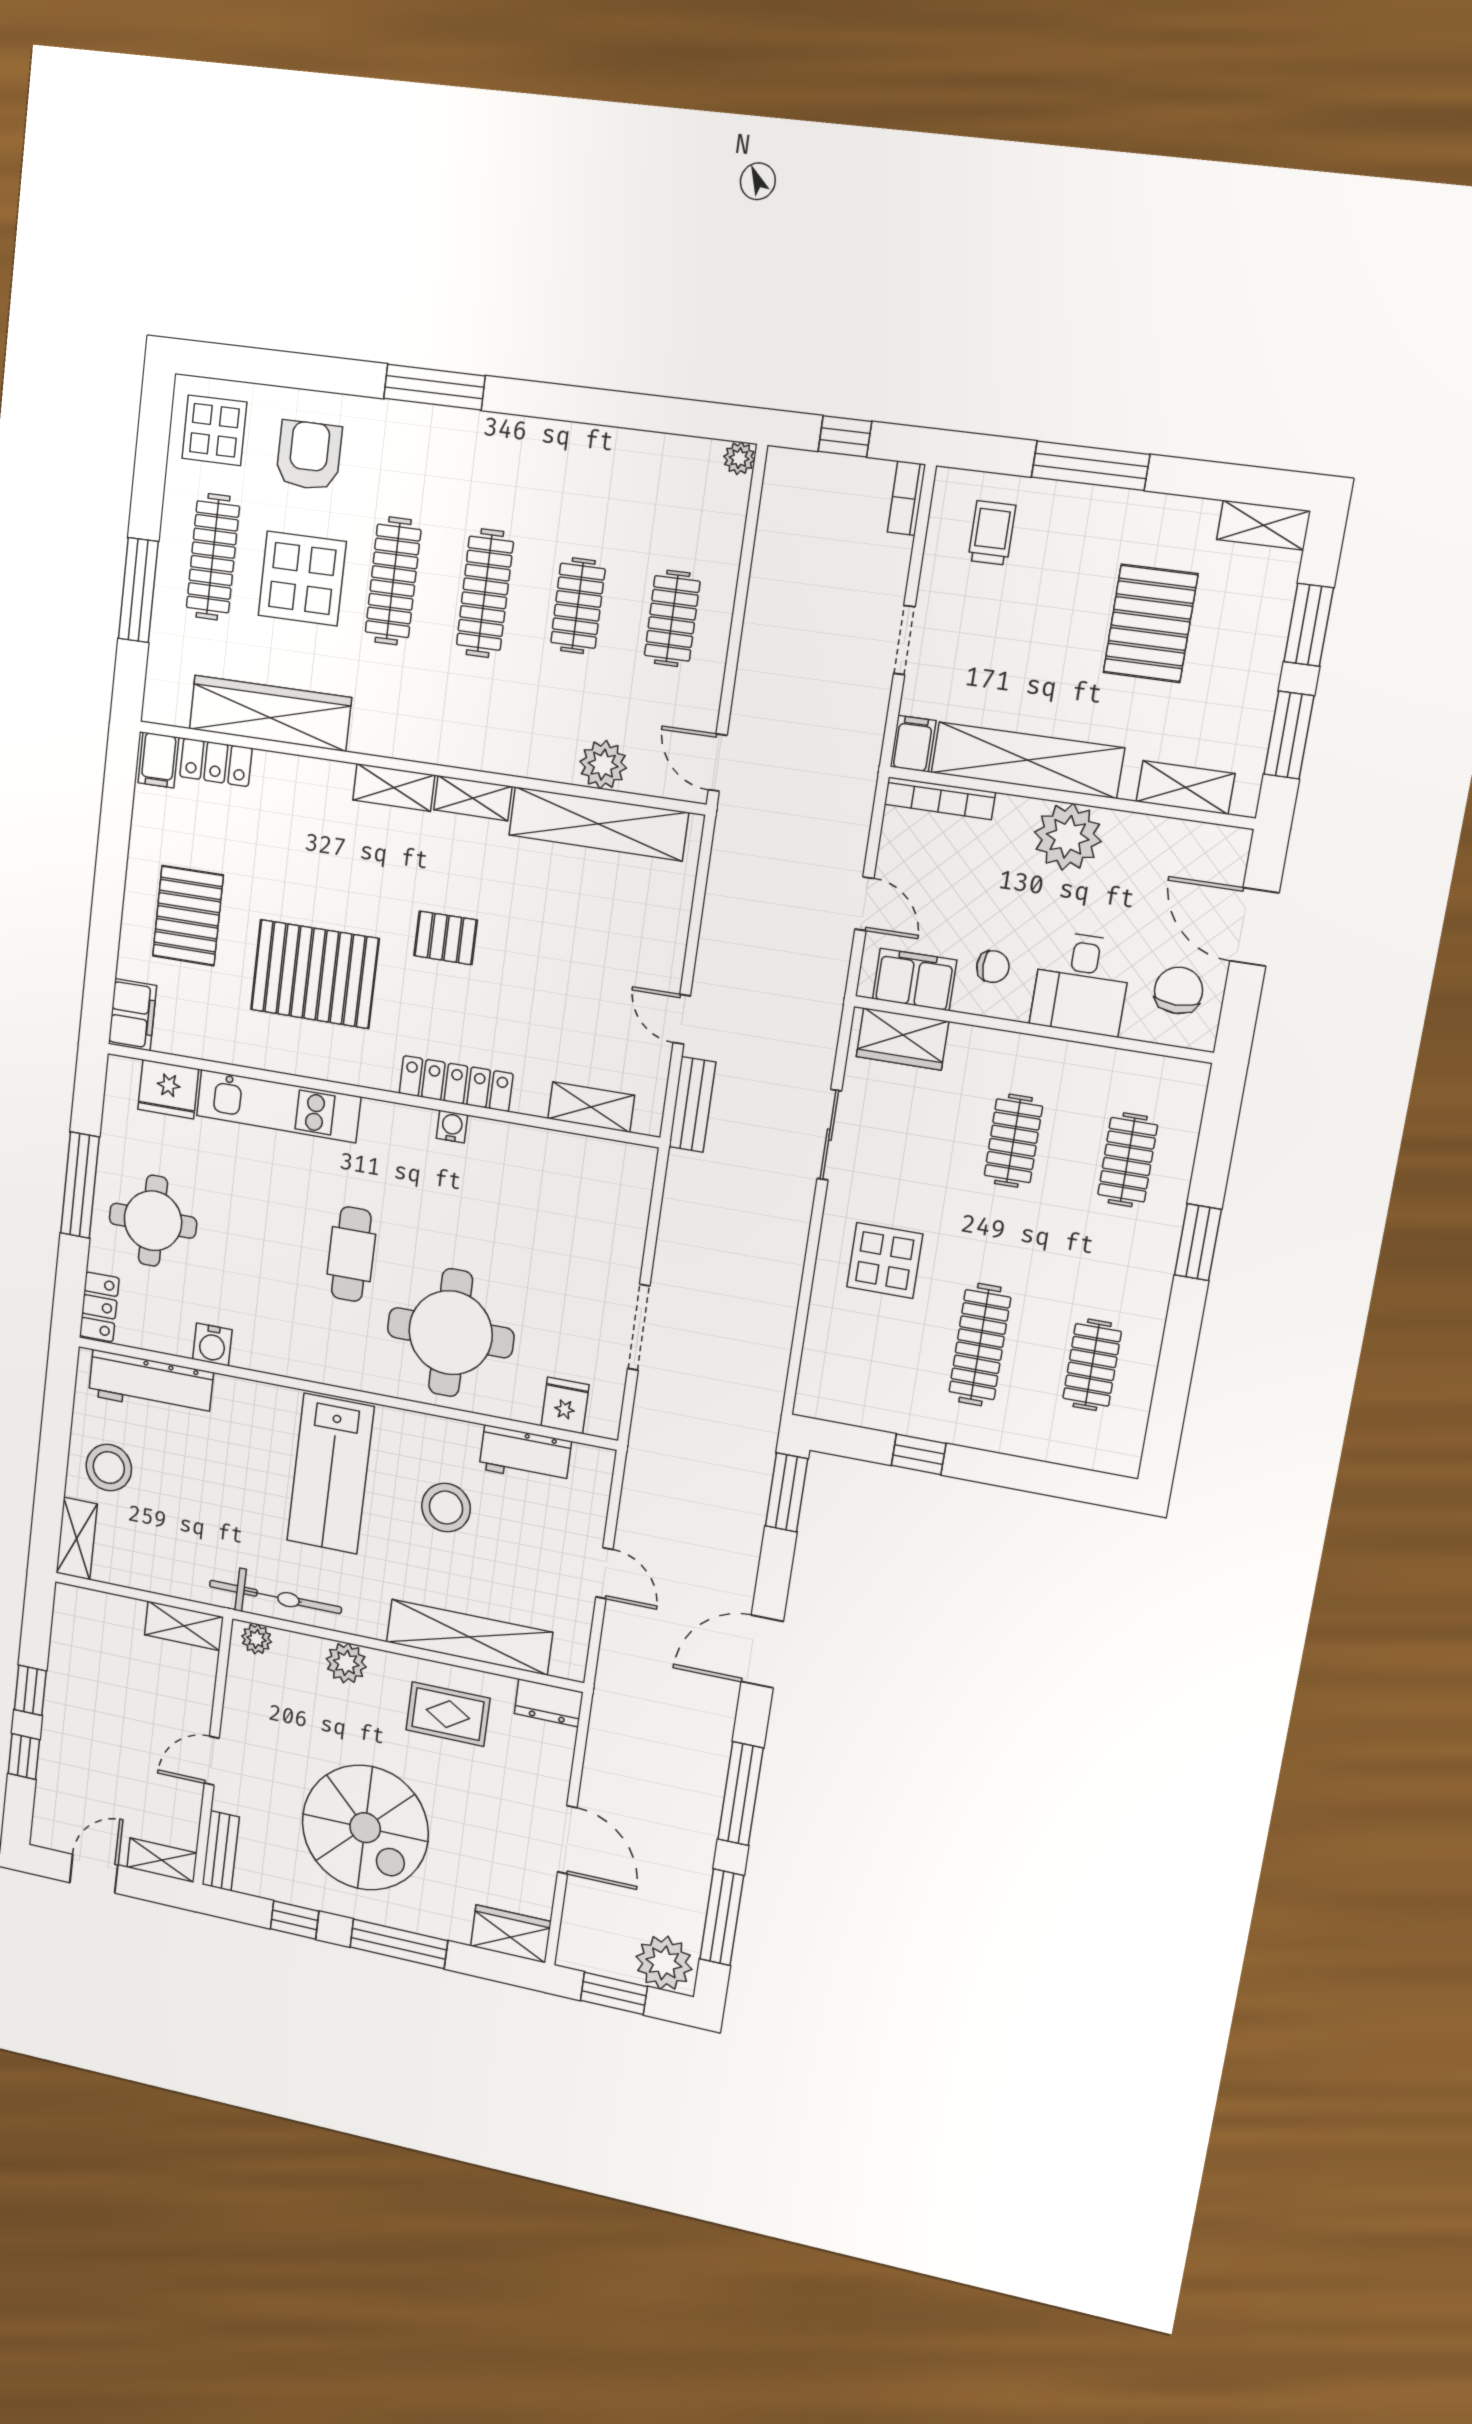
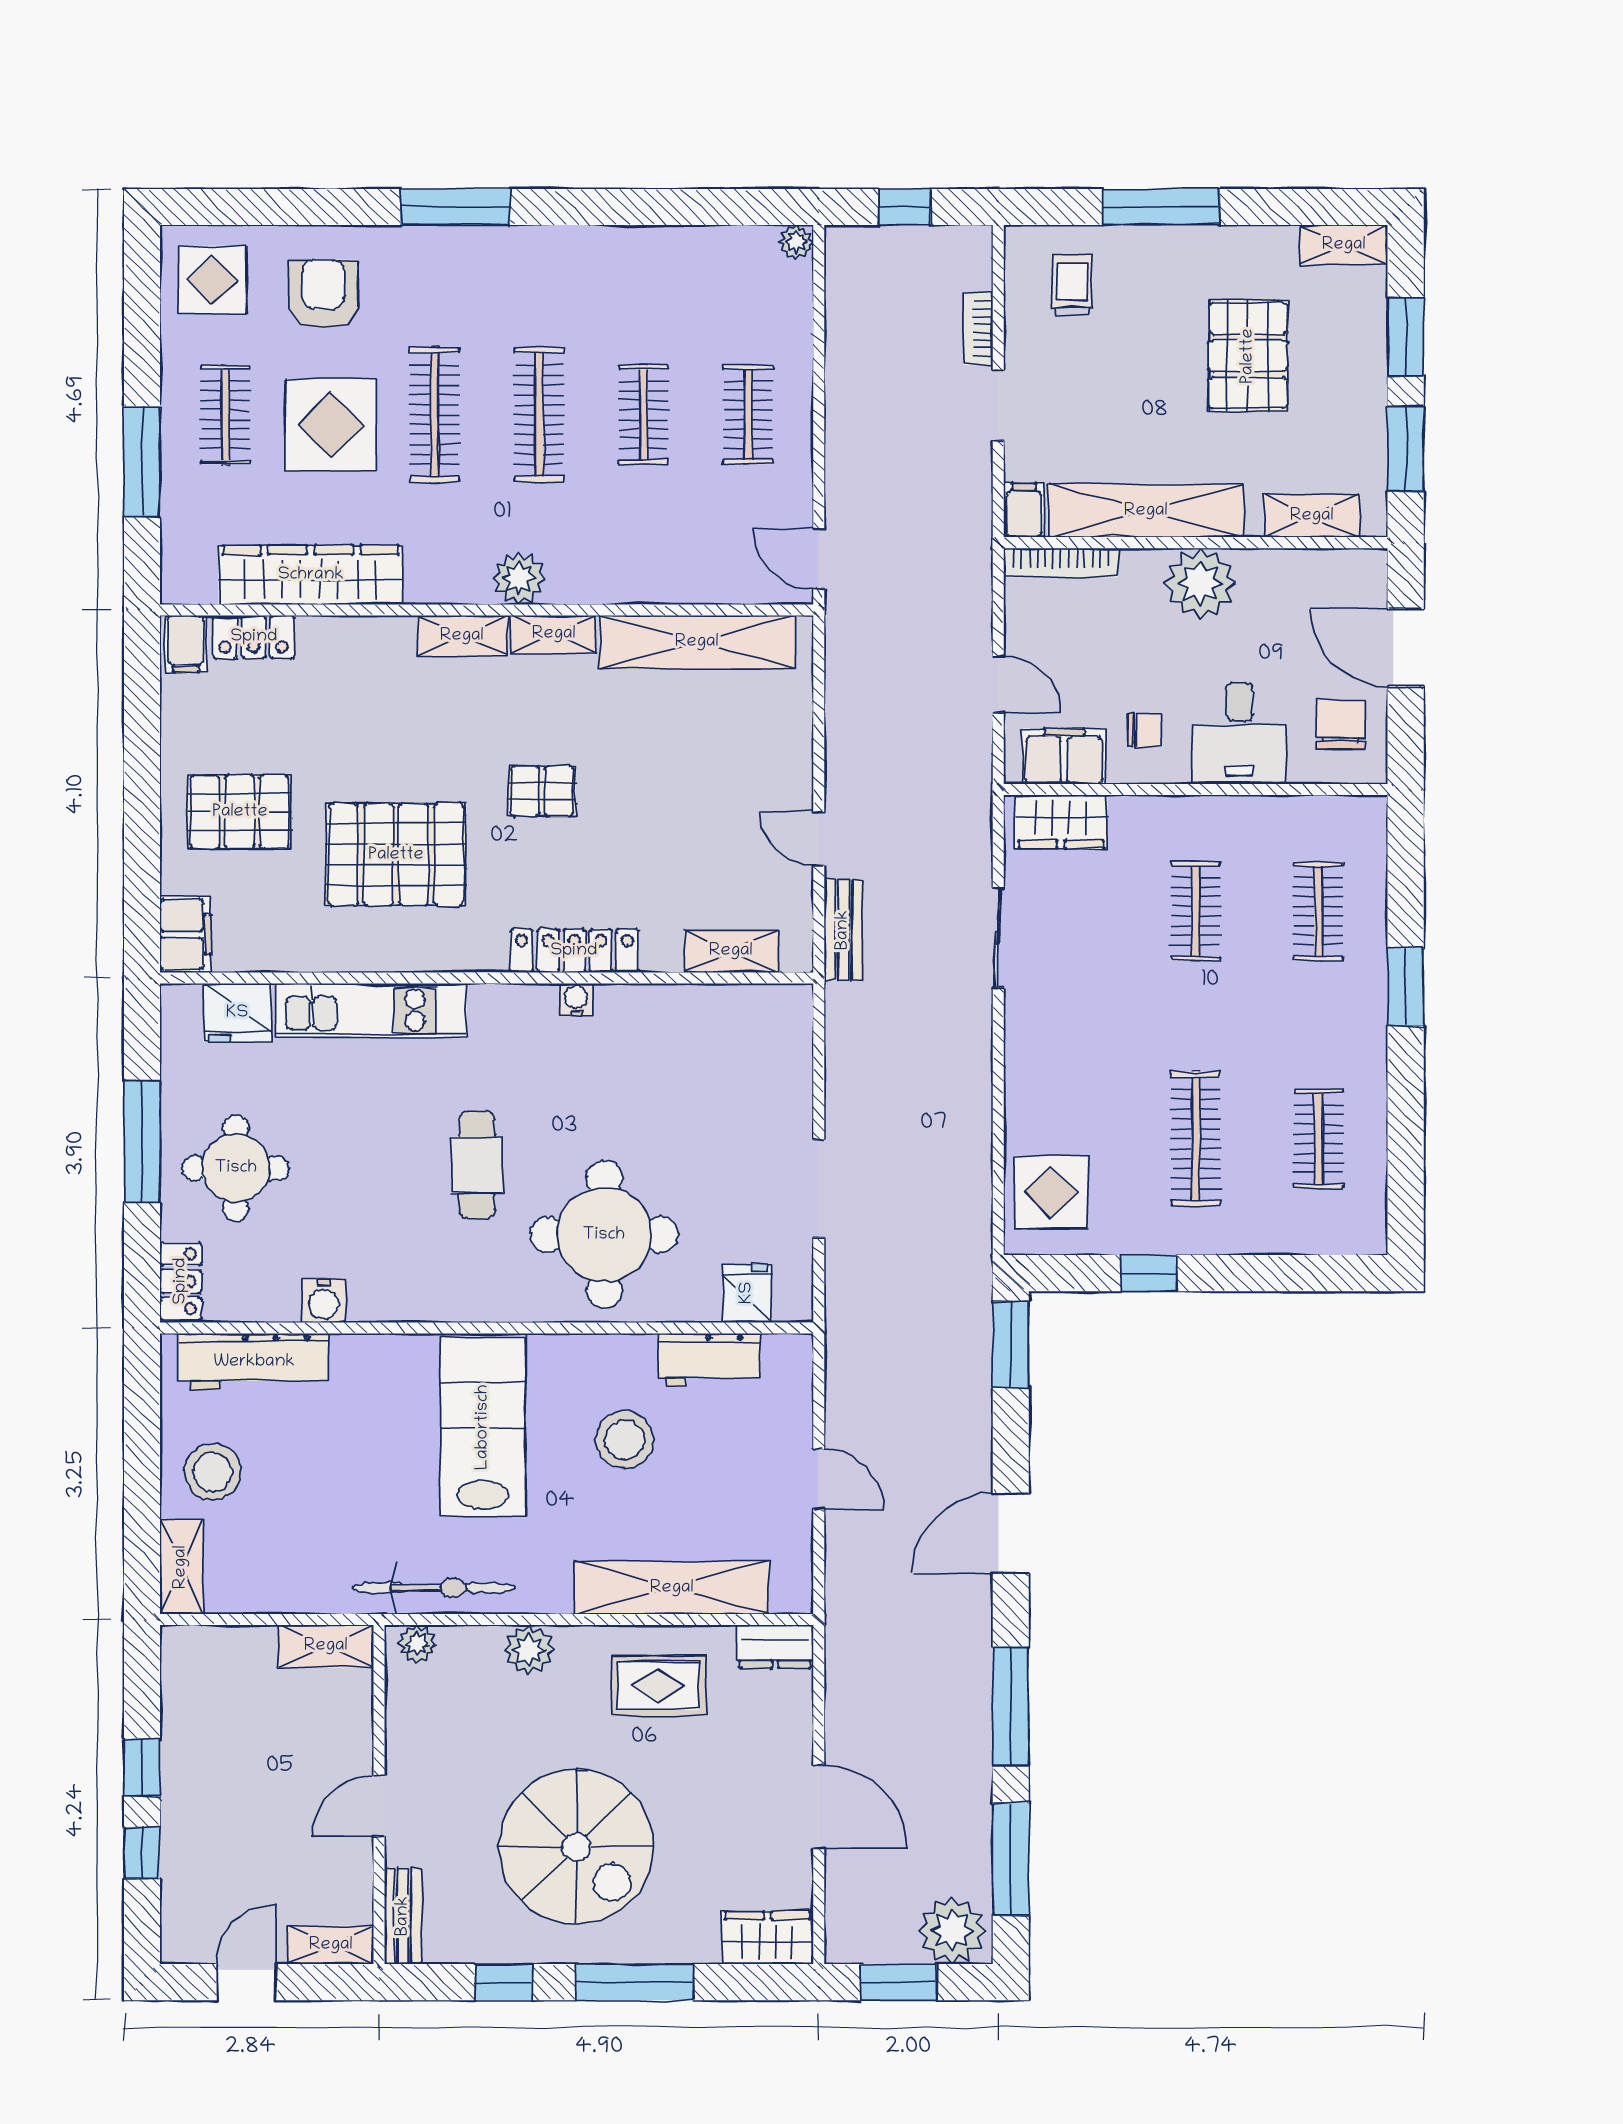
bookcase: (906, 498) -> (978, 329), moved
clothes rail: (213, 557) -> (225, 415), width x0.73
plant: (603, 765) -> (519, 578), moved
pallet: (188, 916) -> (240, 812), turned 90
display table: (885, 1261) -> (1051, 1192), moved
lab bench: (330, 1474) -> (483, 1427), turned 180

